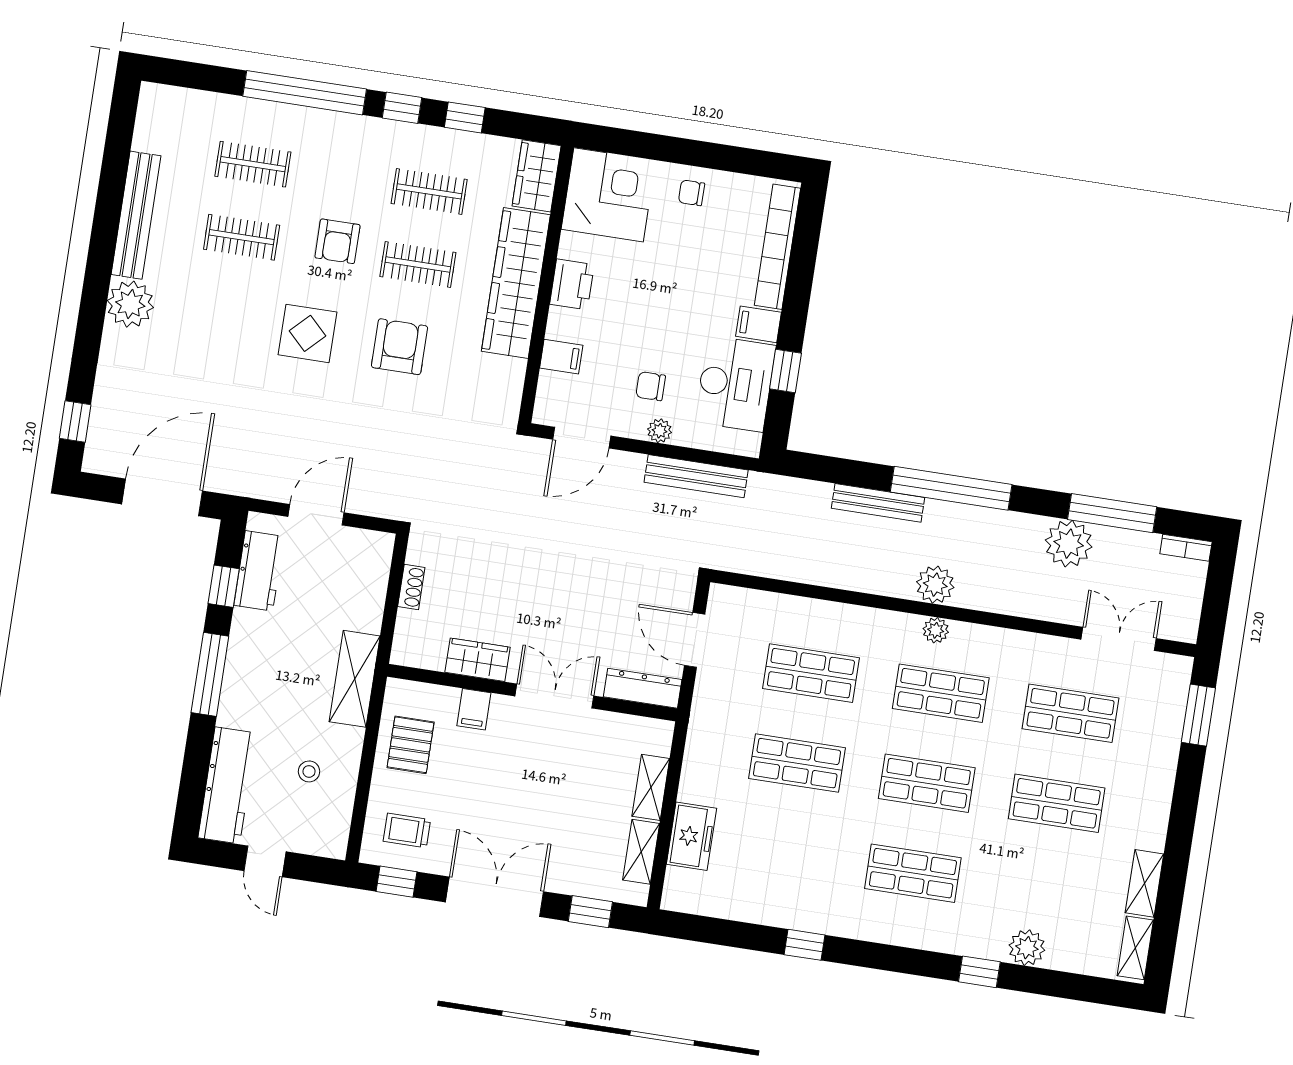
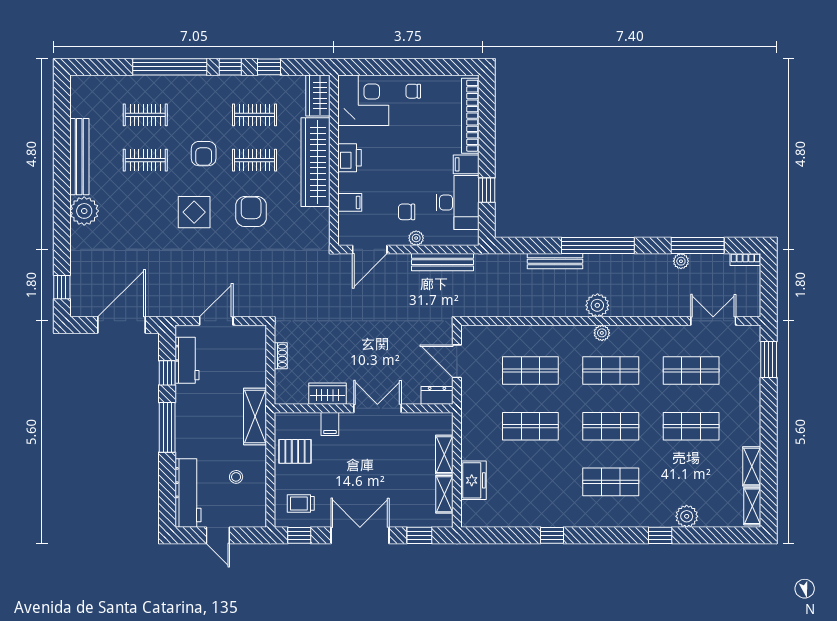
plant: (1069, 544) -> (681, 261), width x0.53, depth x0.53
dresser: (643, 688) -> (437, 395), width x0.70
pallet: (411, 745) -> (295, 451), turned 90

